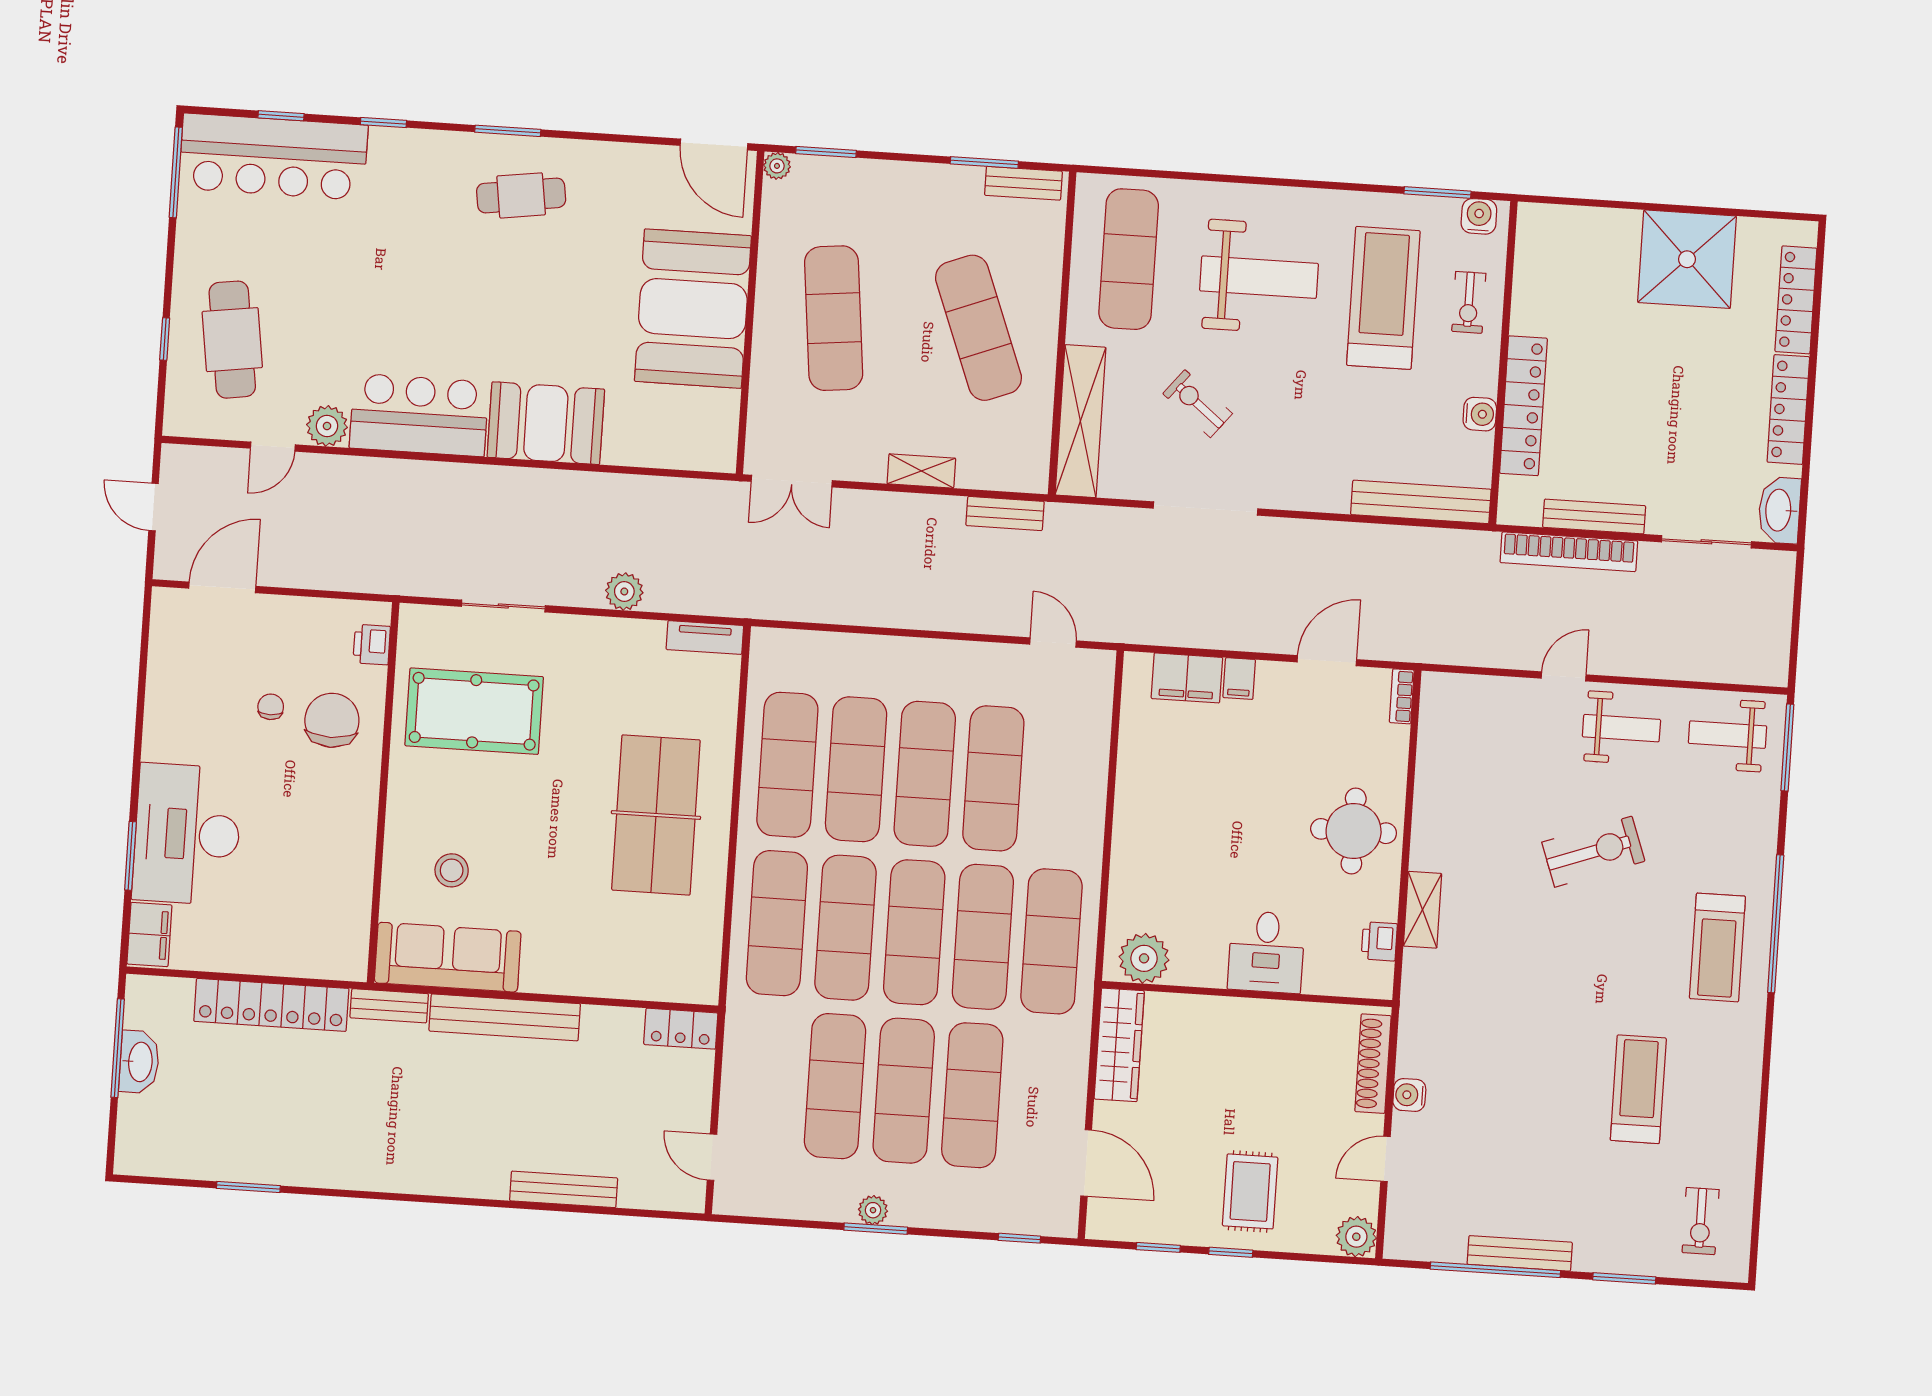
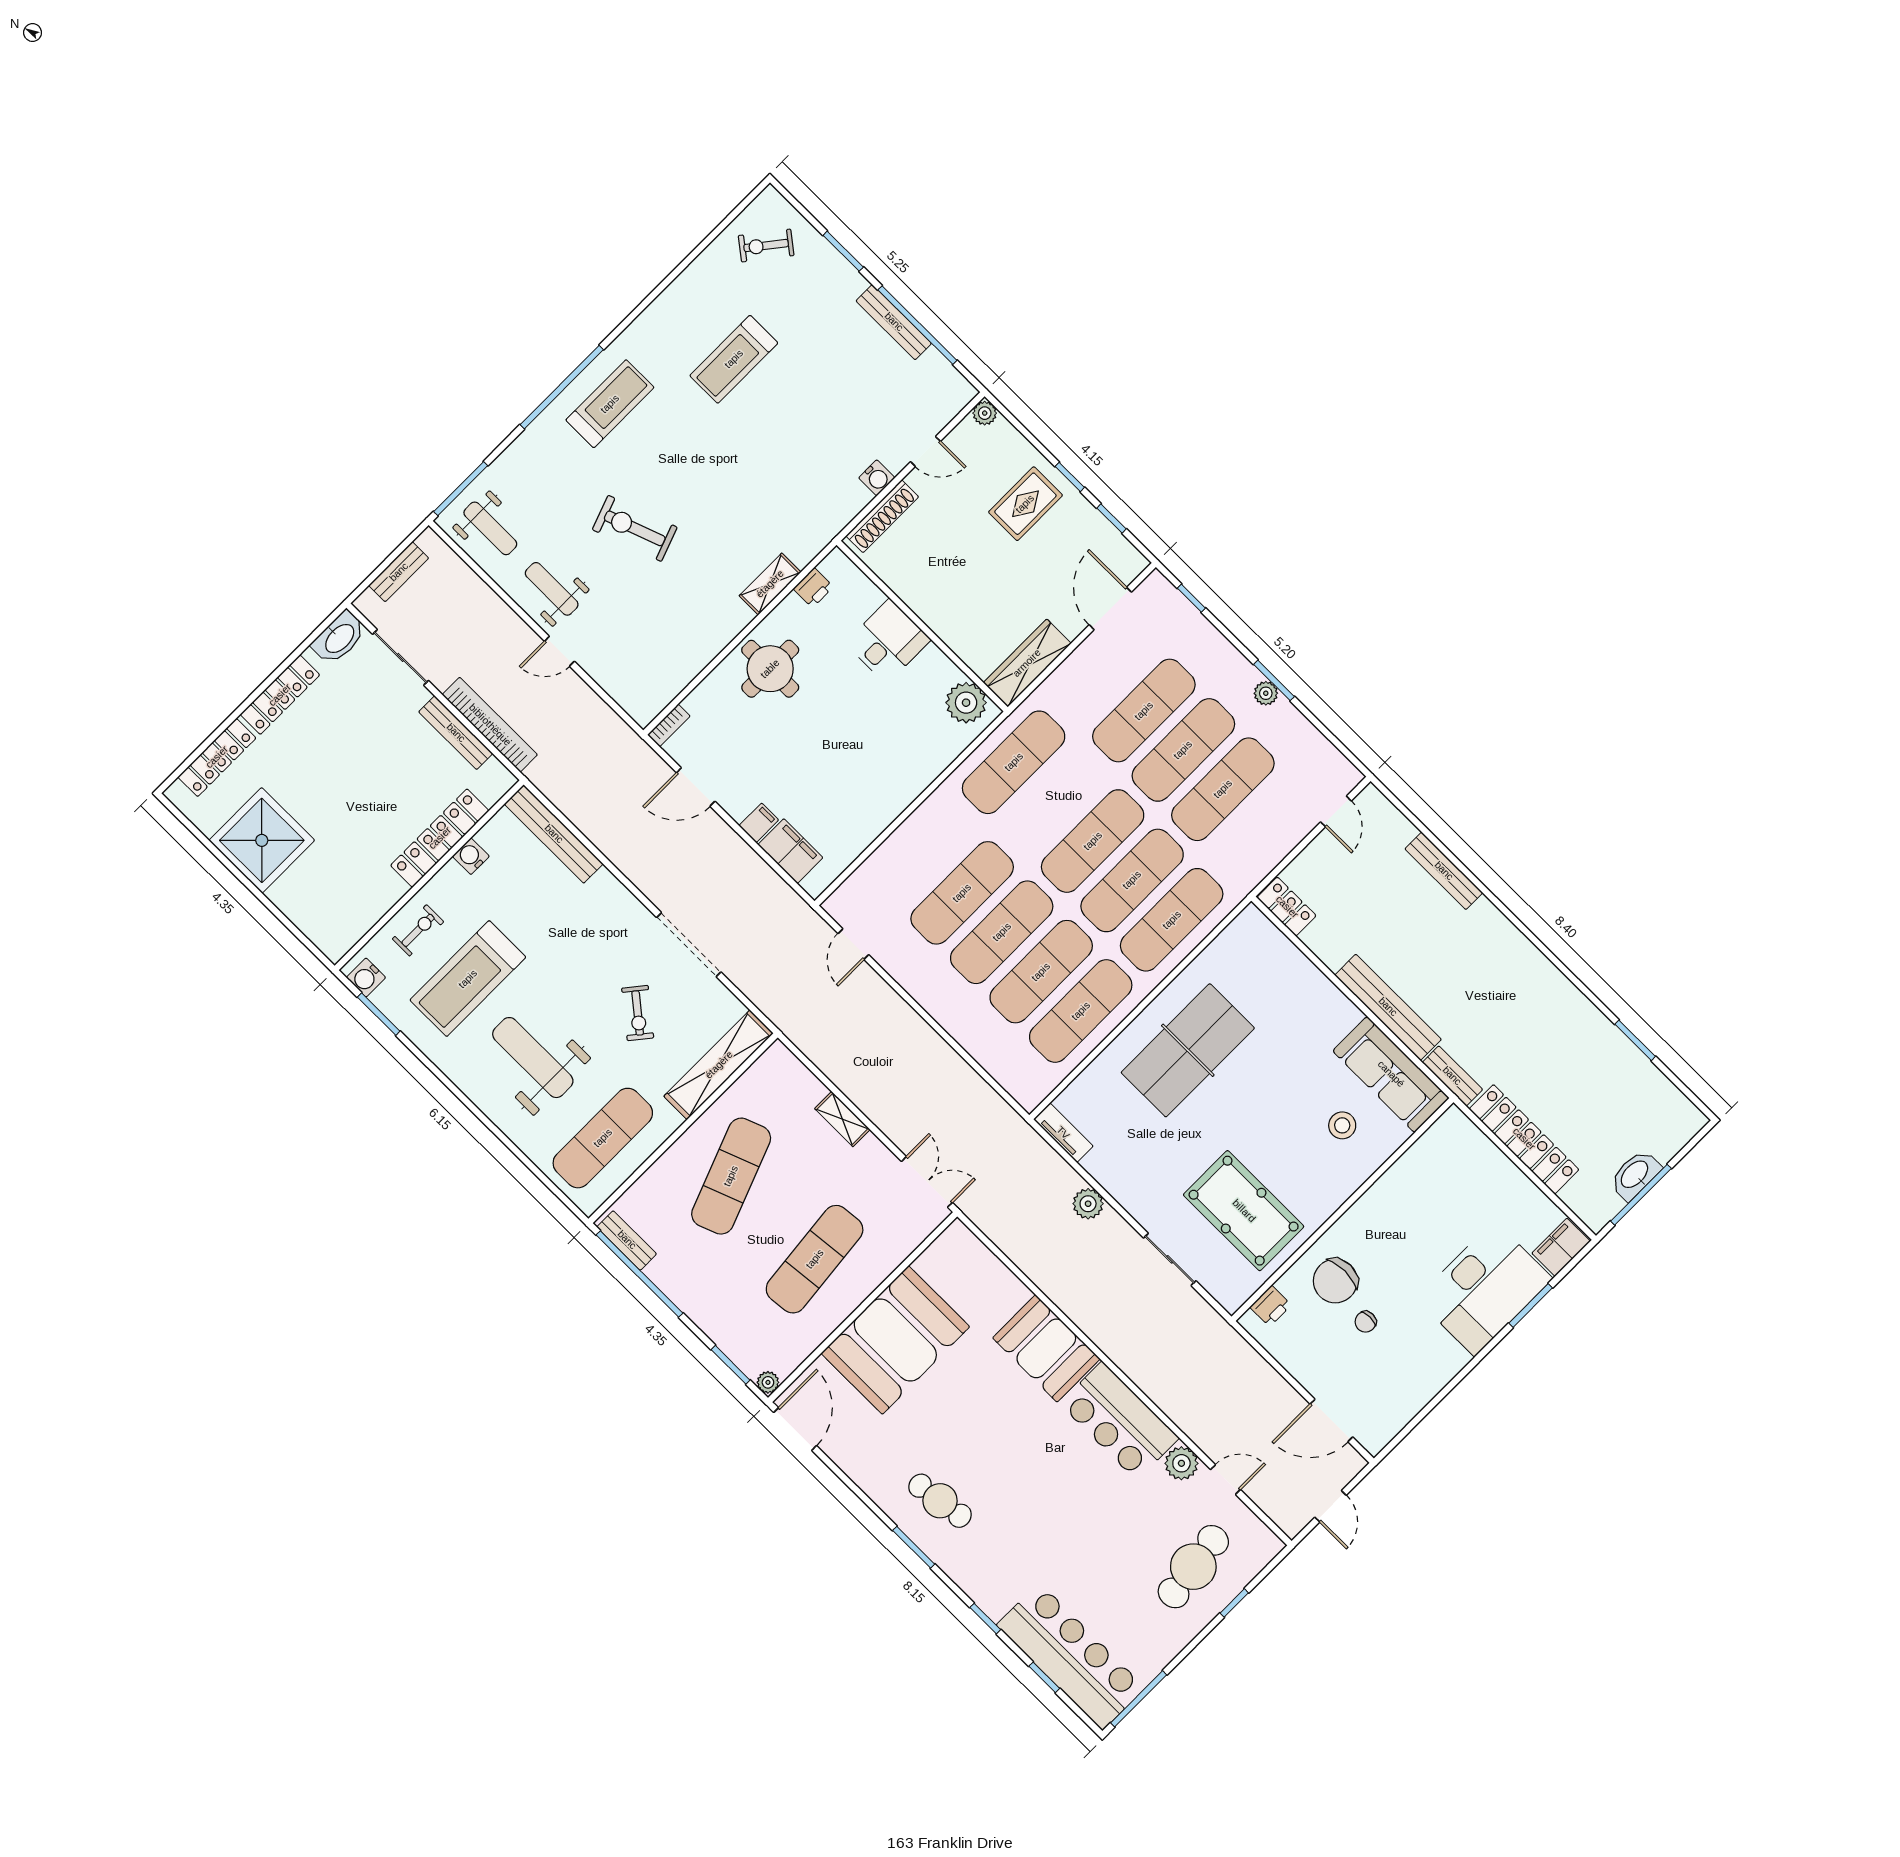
window: (984, 162) -> (639, 1274), width x2.11
bench: (1005, 513) -> (399, 572), moved, turned 90
exercise mat: (983, 937) -> (1053, 802), removed
exercise bike: (1701, 1221) -> (766, 246), turned -142
plant: (1356, 1237) -> (985, 413), width x0.73, depth x0.73

